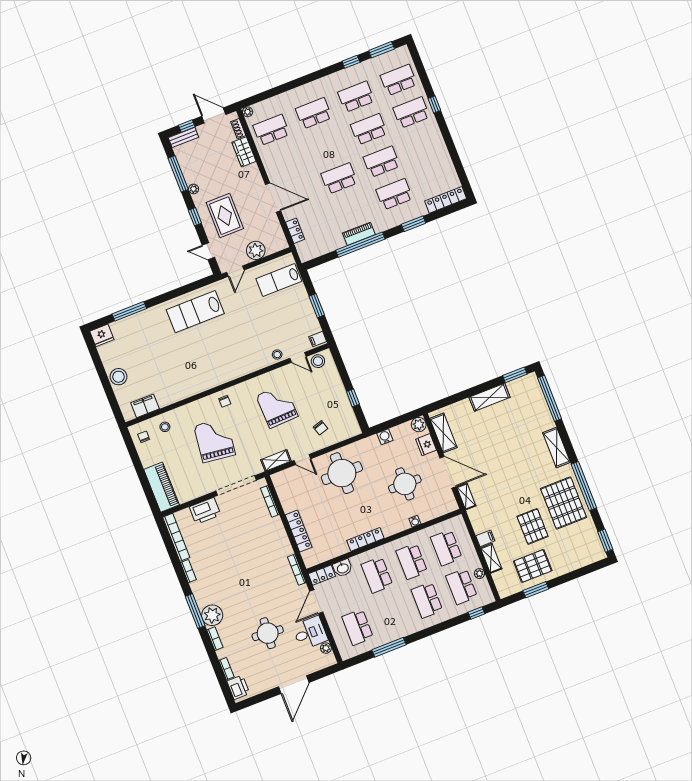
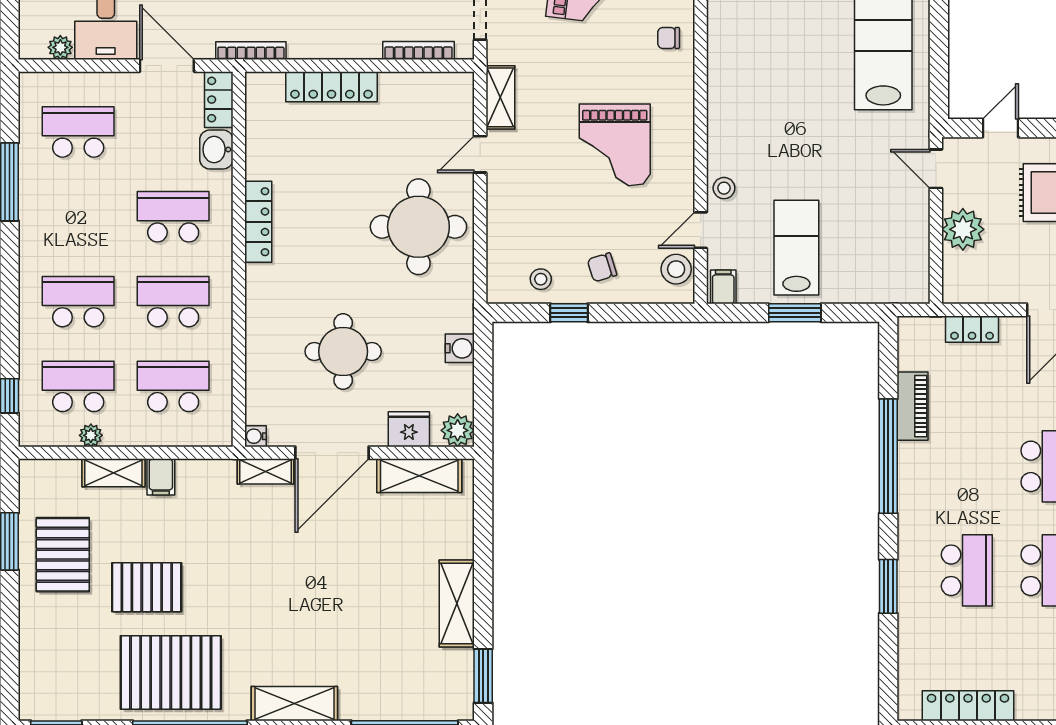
locker: (446, 200) -> (968, 706), moved, turned -90
piano: (359, 234) -> (912, 406), moved
lab bench: (279, 280) -> (796, 248), moved
grand piano: (277, 406) -> (615, 145), turned 92
stool: (344, 415) -> (541, 279), added
chair: (321, 428) -> (602, 267), moved
water cooler: (415, 521) -> (255, 436), moved

